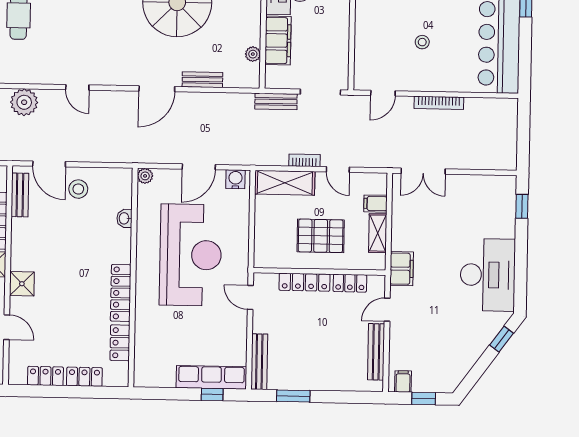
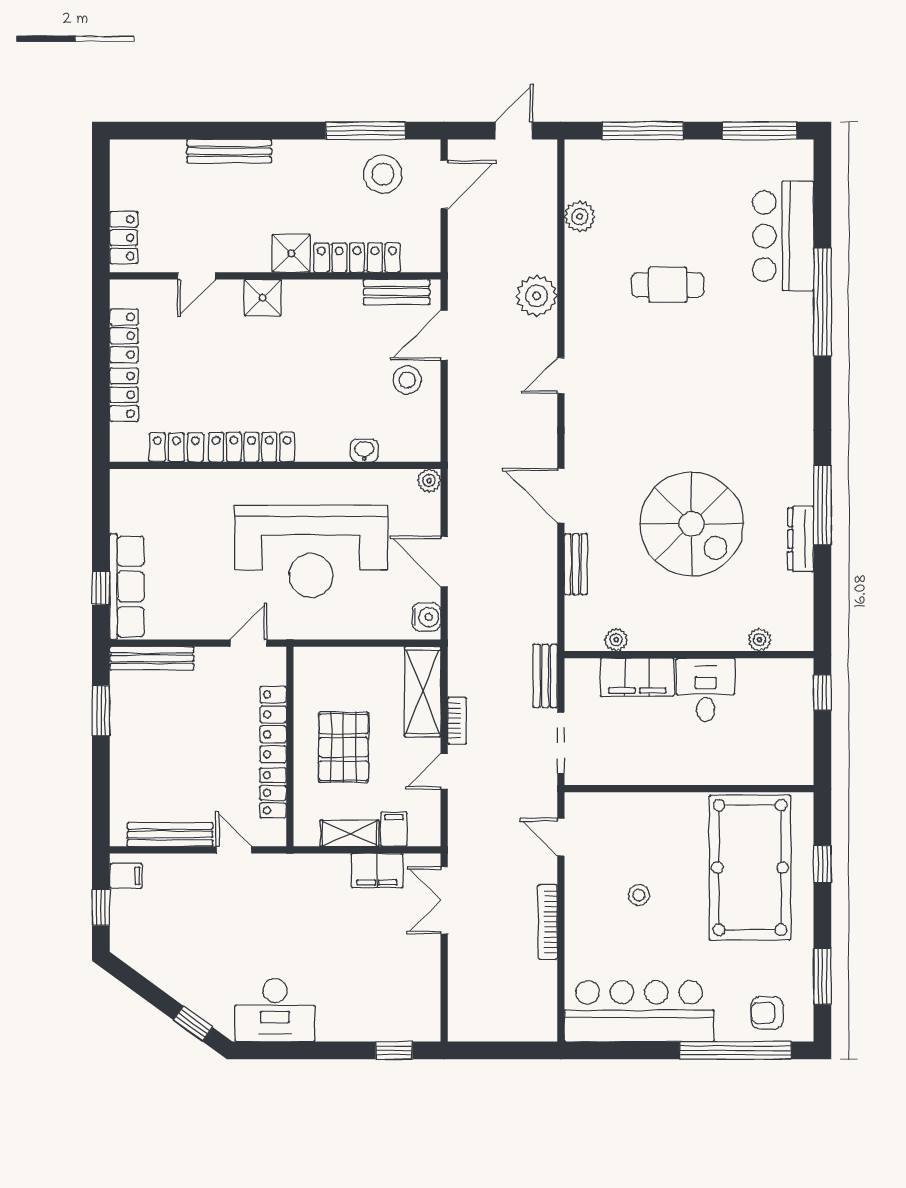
filing cabinet: (402, 269) -> (377, 871), moved
desk: (488, 275) -> (275, 1010), width x0.73, depth x0.77

